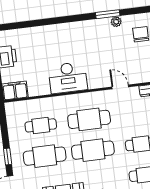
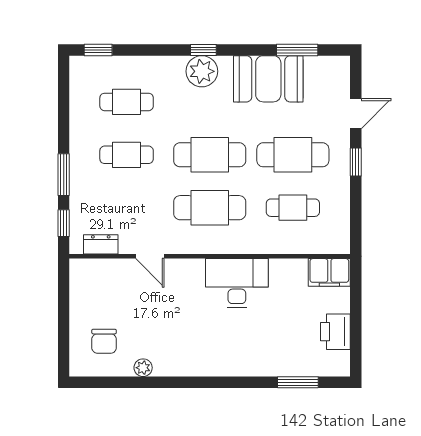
window: (108, 14) -> (298, 382), moved

